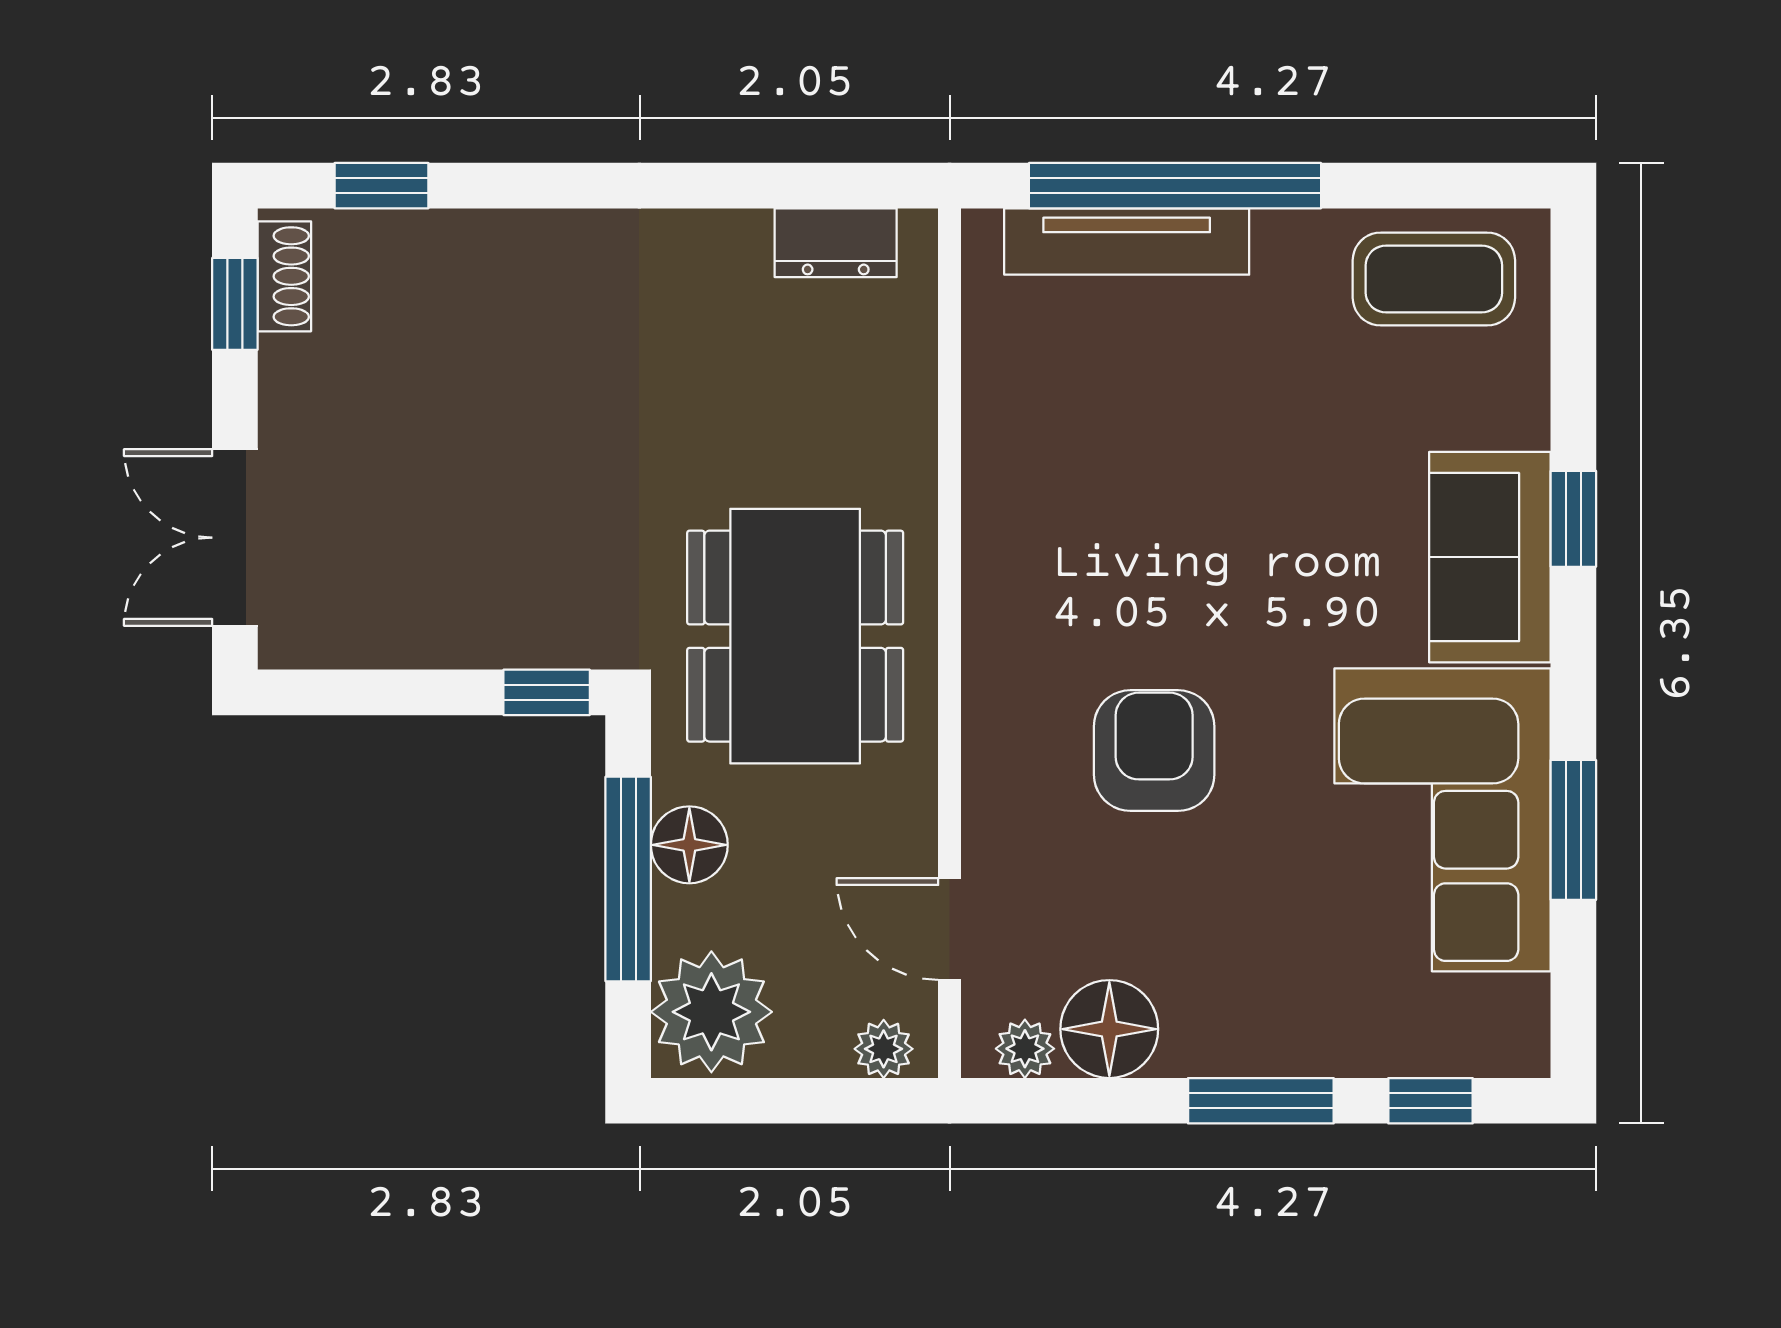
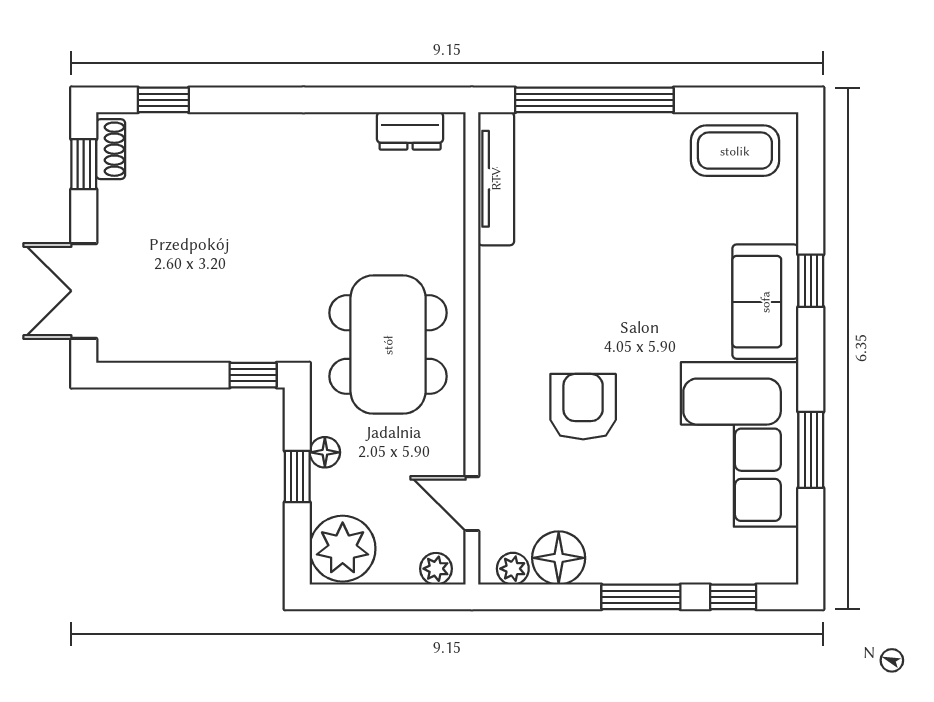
tv unit: (1127, 242) -> (496, 179), moved, turned -90
floor lamp: (689, 845) -> (325, 452), width x0.73, depth x0.73
window: (628, 879) -> (297, 476), width x0.46

